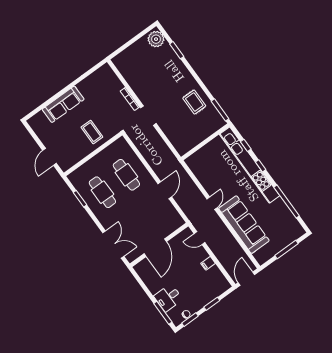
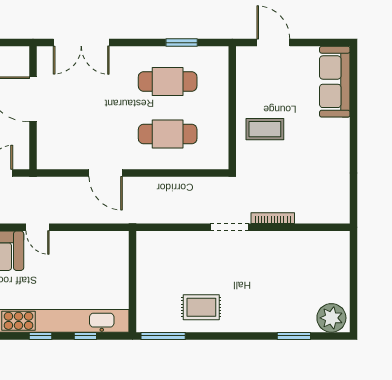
sofa: (63, 104) -> (335, 82), moved

